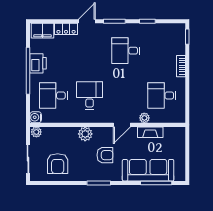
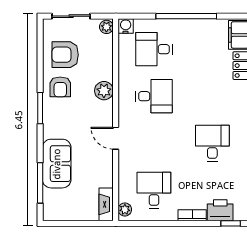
printer: (38, 63) -> (220, 210), moved, turned 180
desk: (53, 95) -> (154, 49), turned -90
plant: (144, 118) -> (125, 210), moved
fireplace: (150, 132) -> (106, 204), moved
armchair: (105, 155) -> (60, 87), moved
sofa: (148, 170) -> (57, 164), width x0.73

